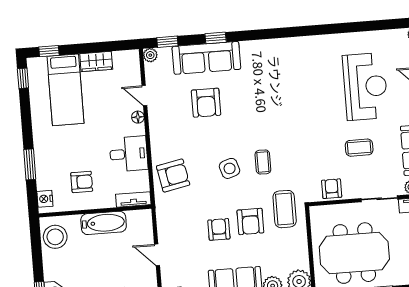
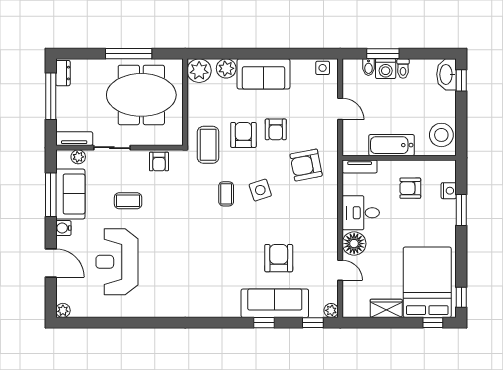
bed: (65, 90) -> (427, 282), width x1.50
floor lamp: (138, 117) -> (354, 244), width x1.89, depth x1.89
armchair: (173, 176) -> (306, 165), moved
nightstand: (45, 199) -> (449, 191), moved

